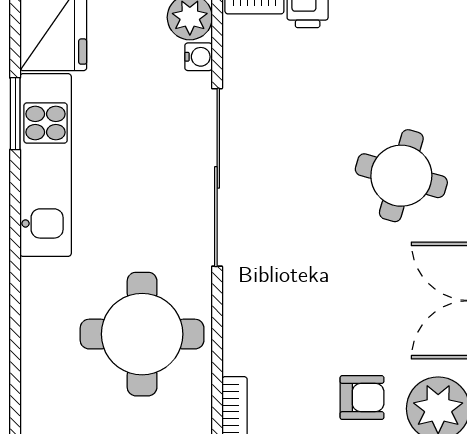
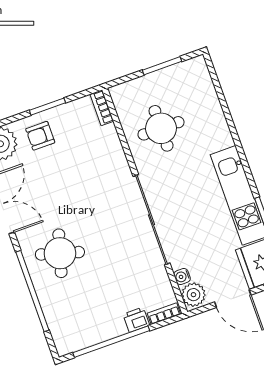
round table: (142, 334) -> (161, 128), width x0.73, depth x0.73

